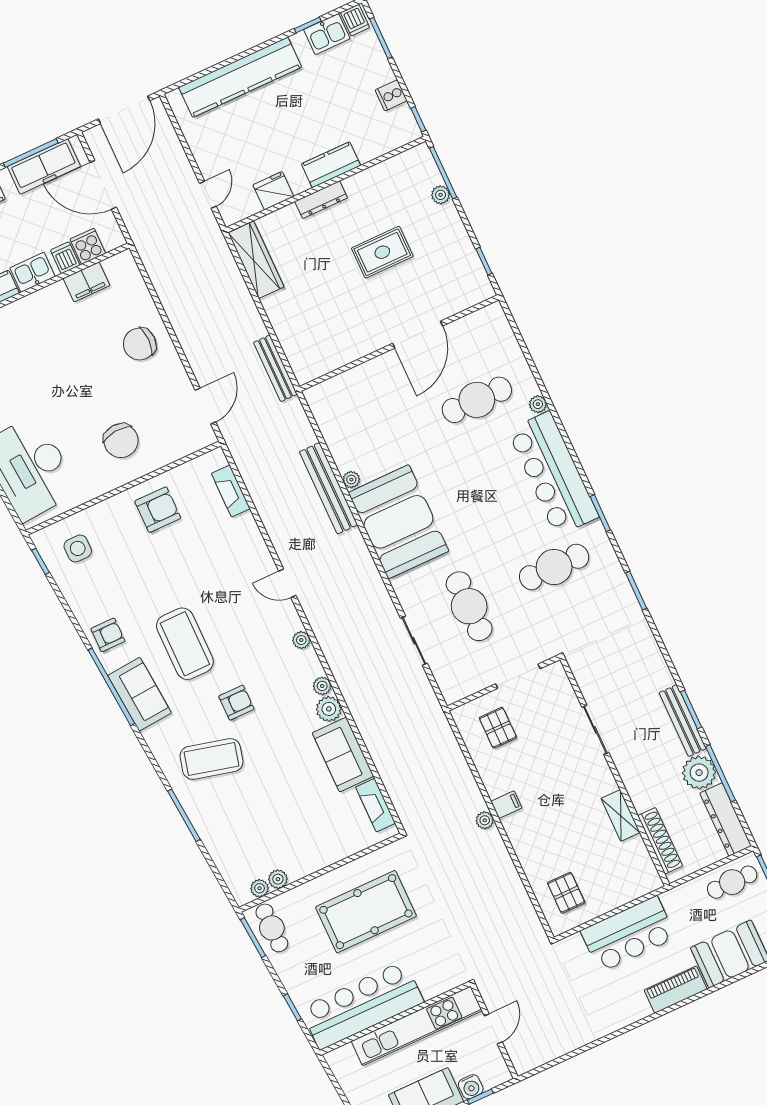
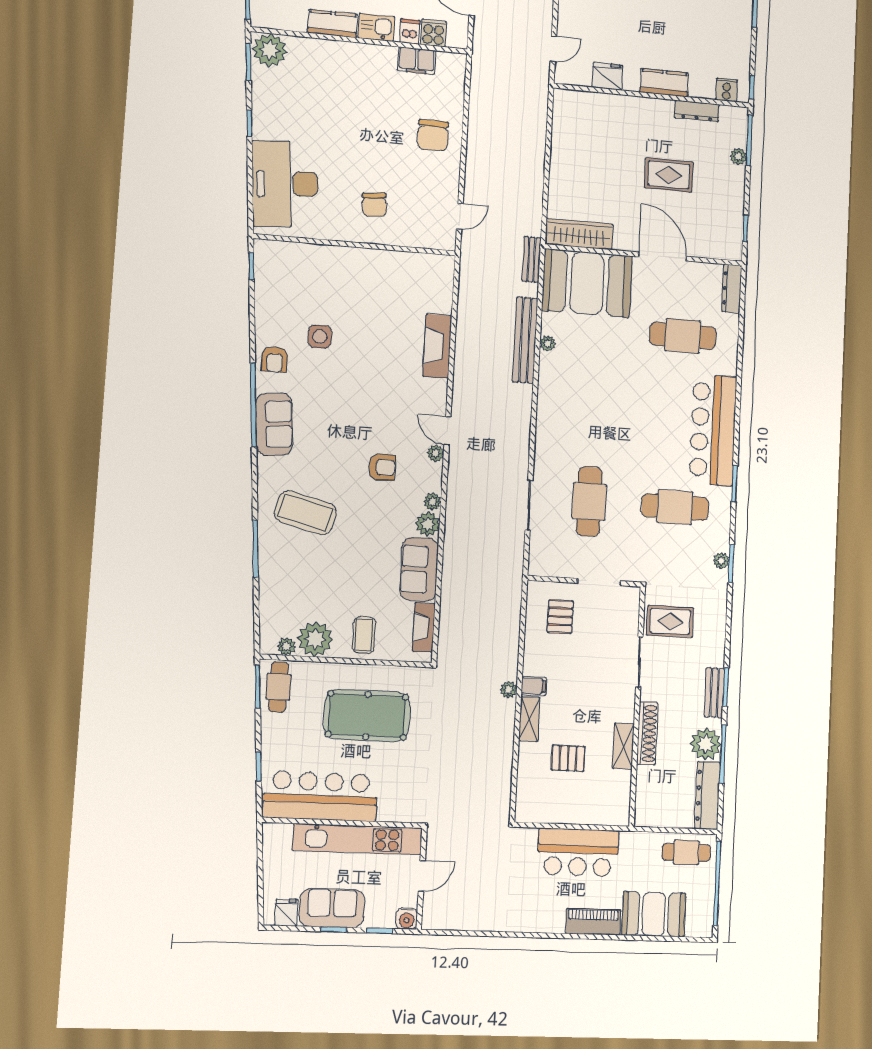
cooker: (391, 95) -> (727, 90), moved, turned 90
dresser: (321, 200) -> (697, 111), moved
wardrobe: (256, 260) -> (579, 234), moved, turned -90
dresser: (501, 327) -> (732, 289), added
door: (418, 335) -> (663, 257), swing flipped
chair: (140, 344) -> (433, 135), turned -90
bench: (275, 368) -> (531, 259), moved, width x0.73
plant: (538, 404) -> (721, 561), moved
door: (205, 406) -> (460, 216), width x0.73
chair: (121, 441) -> (374, 205), width x0.73, depth x0.73
fireplace: (231, 491) -> (437, 346), moved, width x1.37, depth x1.32
armchair: (158, 510) -> (374, 278), removed
booth: (398, 522) -> (587, 283), moved, turned 90
side table: (78, 548) -> (320, 336), moved
door: (287, 583) -> (447, 431), moved
armchair: (108, 635) -> (275, 359), turned 90
coffee table: (185, 644) -> (364, 635), moved, width x0.54, depth x0.58
rug: (605, 677) -> (670, 621), added
armchair: (236, 703) -> (382, 467), moved
bench: (683, 721) -> (714, 693), width x0.73
shelving: (518, 837) -> (529, 719), added
shoe rack: (660, 841) -> (647, 733), moved
plant: (278, 879) -> (315, 639), width x1.88, depth x1.88
pallet: (566, 893) -> (568, 758), moved, turned 90
water cooler: (471, 1087) -> (407, 919), moved

